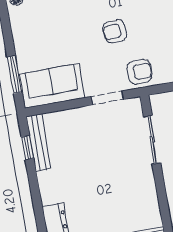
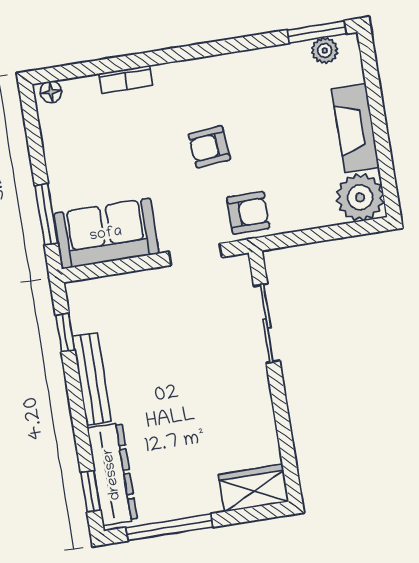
bench: (39, 143) -> (92, 379), moved

